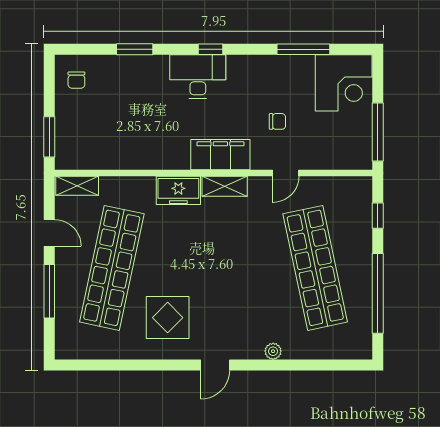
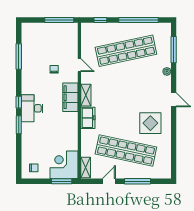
window: (135, 49) -> (19, 125), moved
corner desk: (344, 83) -> (64, 165), moved, turned -90
window: (318, 365) -> (174, 50), added

